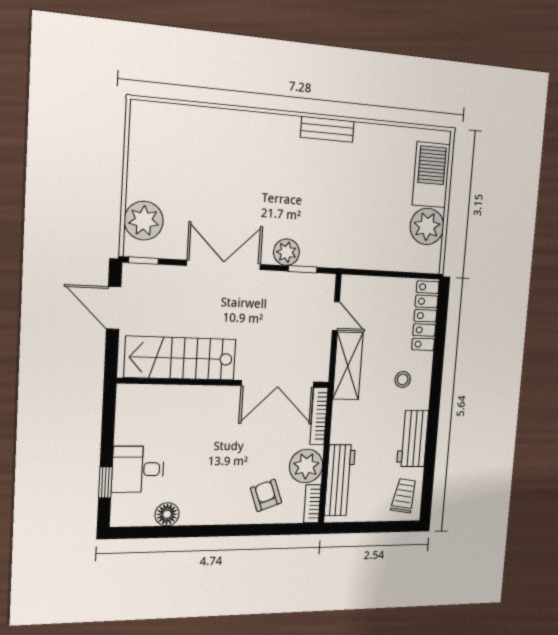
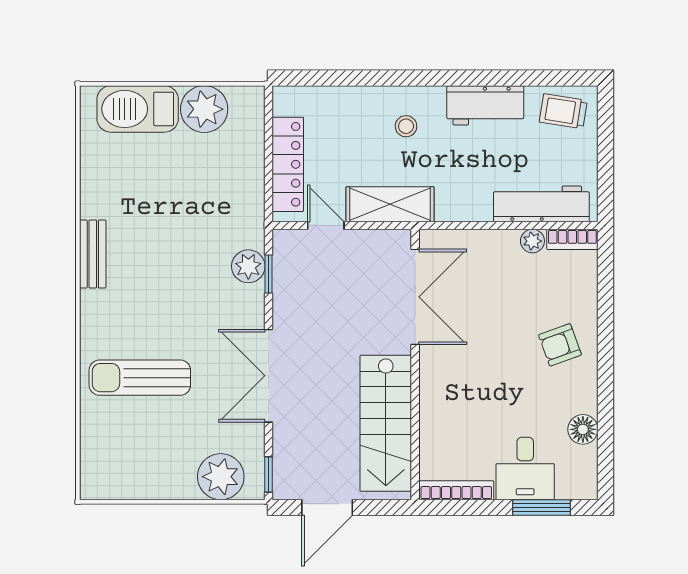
sun lounger: (228, 159) -> (140, 378), added
plant: (286, 252) -> (248, 266), moved
door: (336, 316) -> (326, 225), hinge flipped
locker: (425, 316) -> (288, 164), moved, turned -90
bookcase: (319, 416) -> (456, 490), moved, turned 180
plant: (306, 466) -> (532, 241), width x0.53, depth x0.53
window: (105, 482) -> (541, 507), width x1.50
armchair: (266, 495) -> (560, 345), moved

